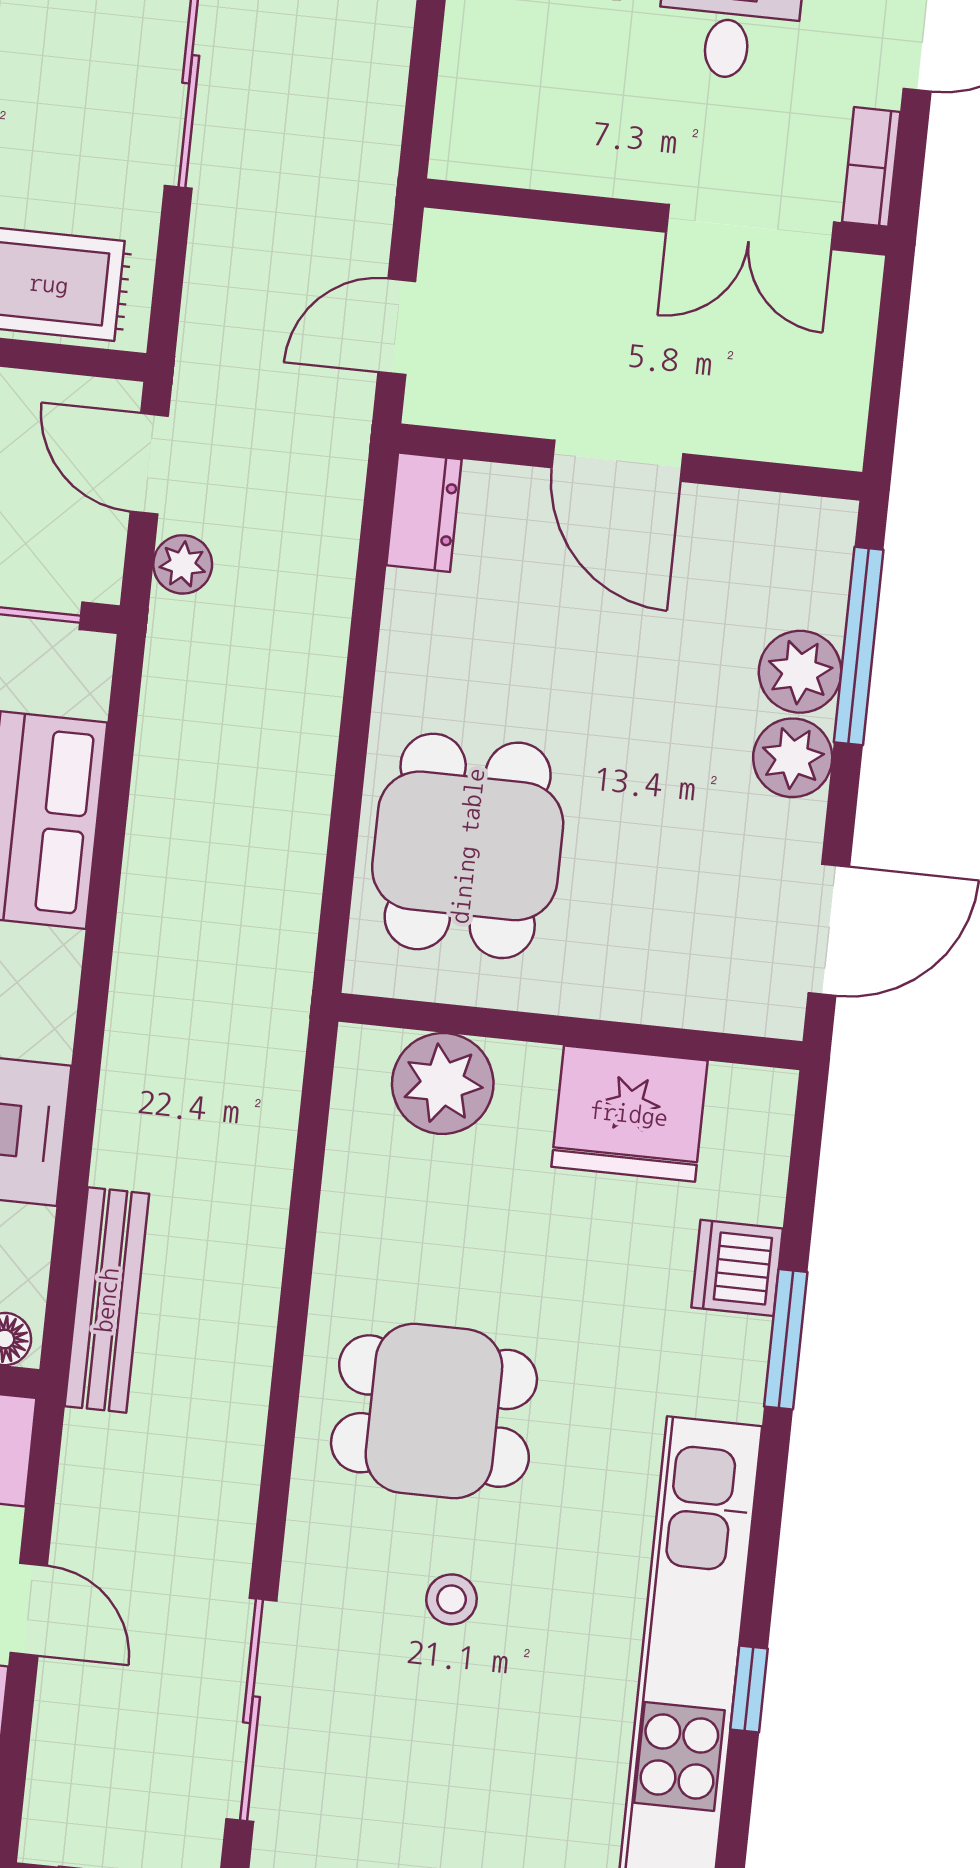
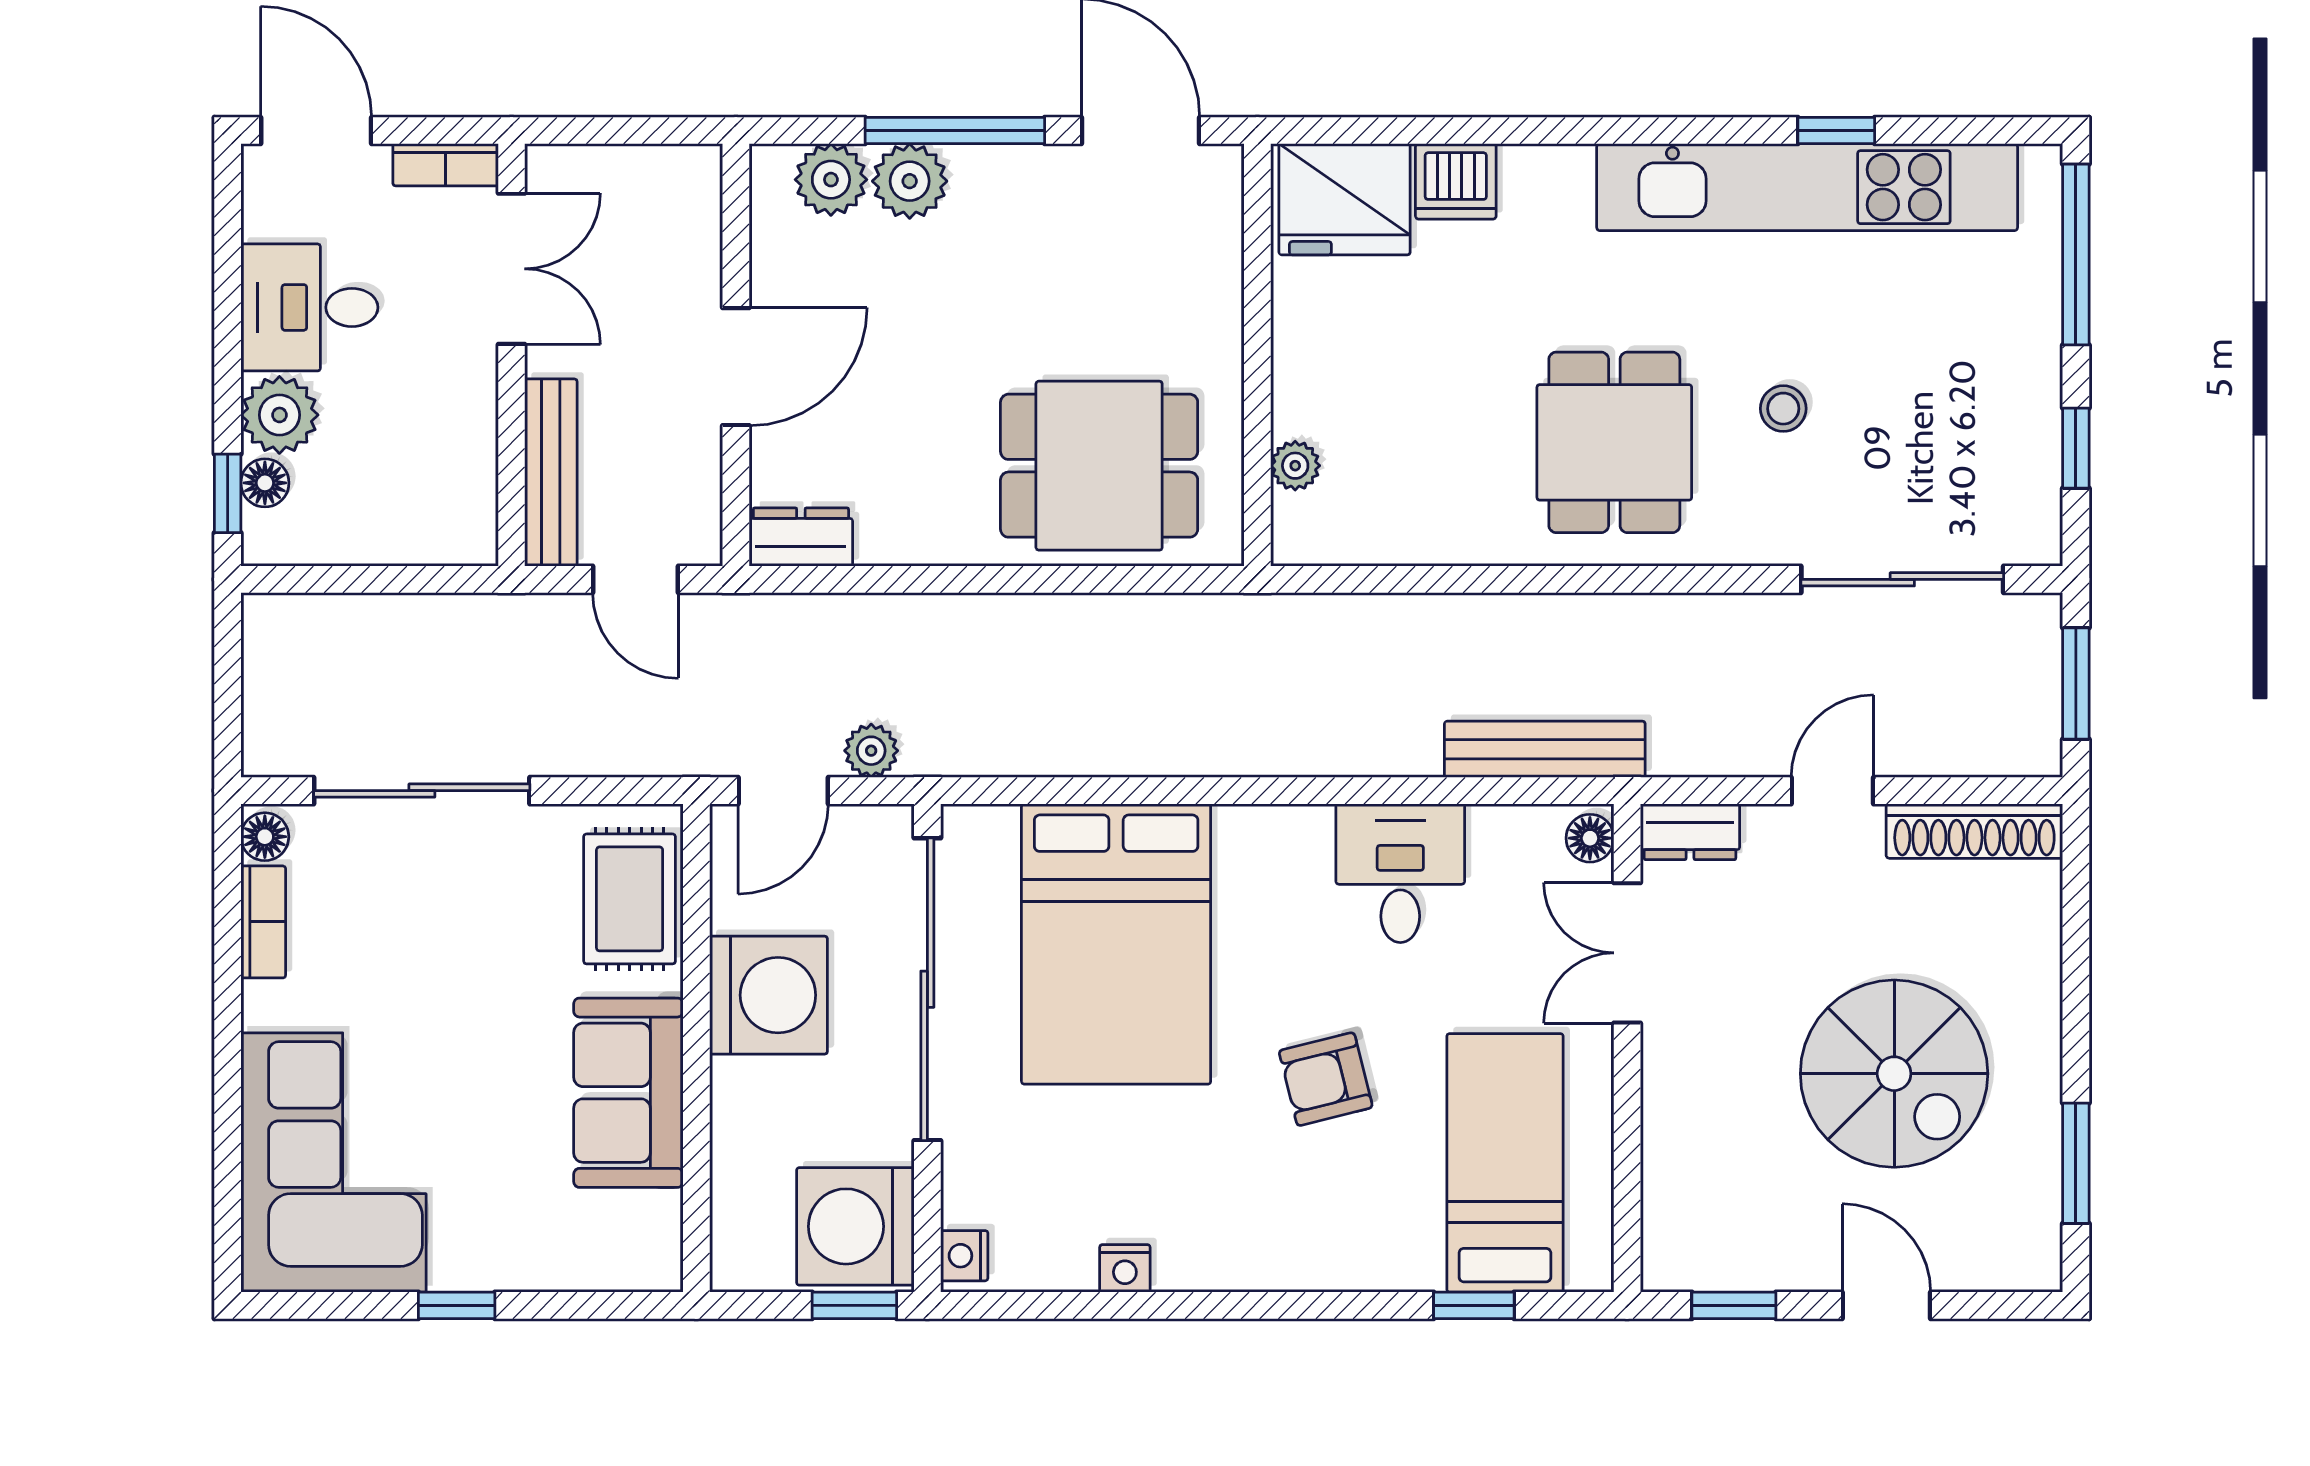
bench: (523, 247) -> (551, 472), added
window: (859, 646) -> (955, 130), moved
plant: (793, 758) -> (831, 180), moved
plant: (443, 1083) -> (1295, 466), width x0.53, depth x0.53
fridge: (629, 1114) -> (1345, 199), moved, turned 90
window: (786, 1339) -> (1516, 130), removed

